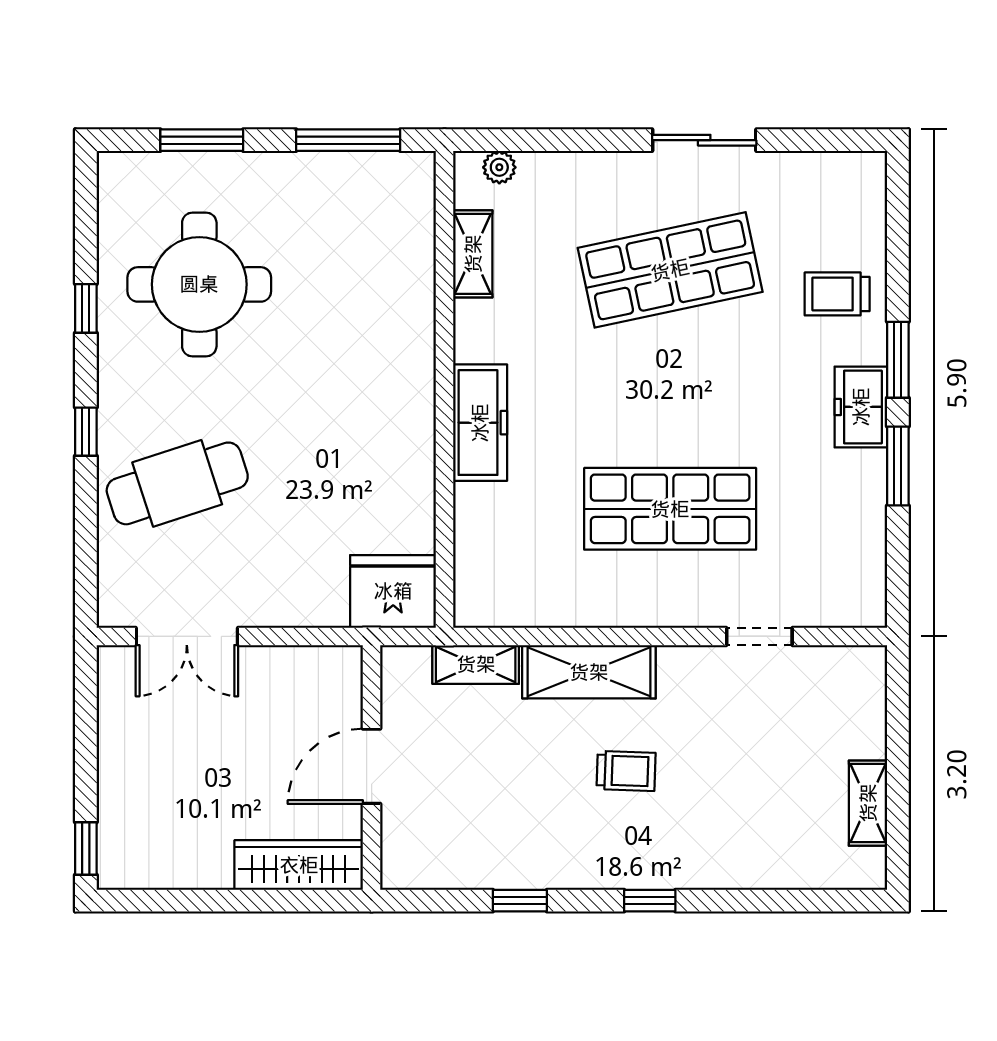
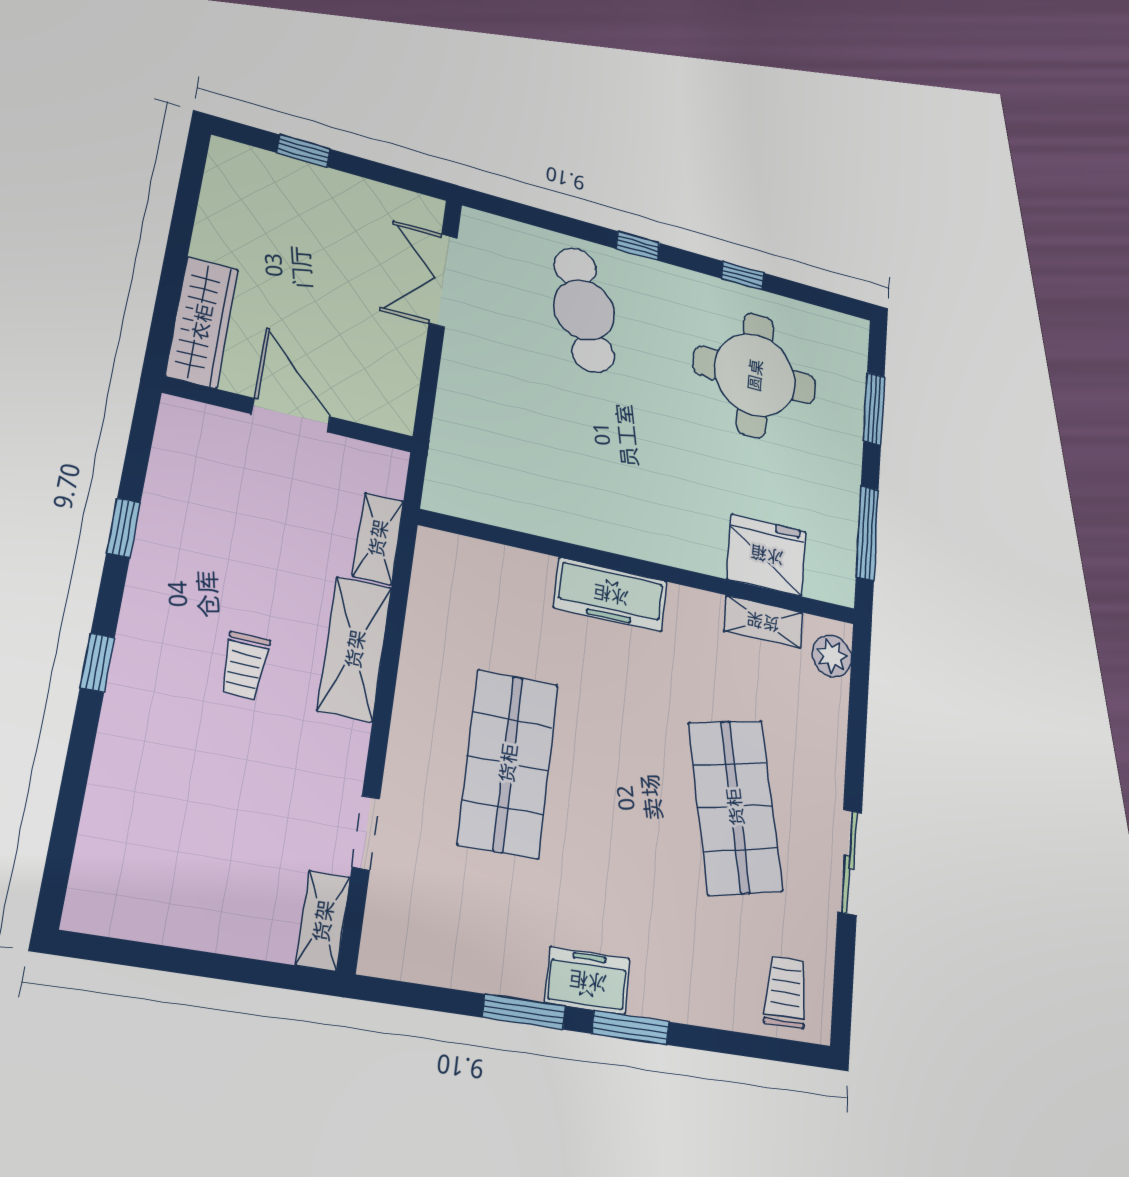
plant: (499, 167) -> (832, 656), width x1.38, depth x1.38
trolley: (837, 294) -> (786, 992), moved
fridge: (393, 591) -> (767, 555), moved, turned -90
shelving: (868, 803) -> (323, 921), moved, turned 90
window: (86, 848) -> (304, 151), moved

